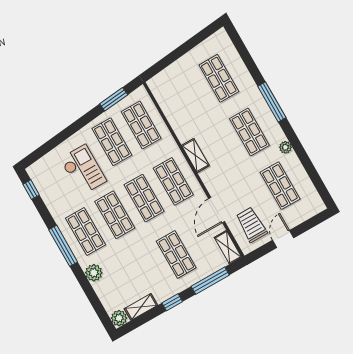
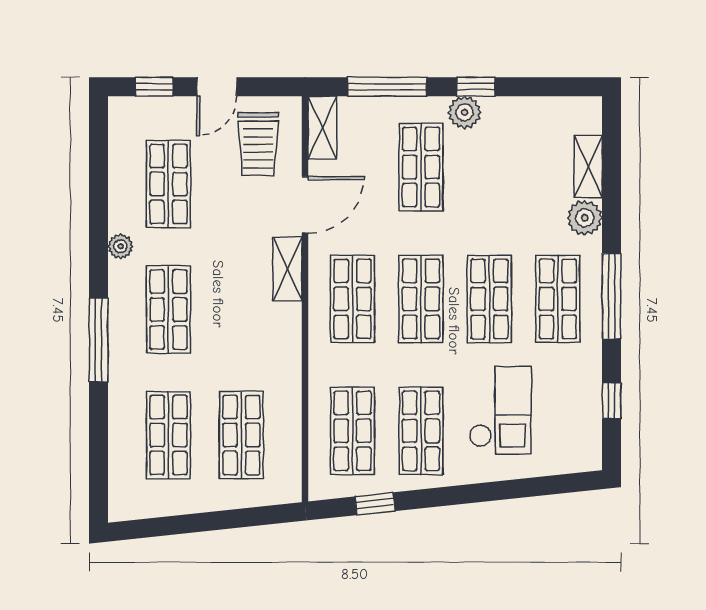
shop shelf: (188, 96) -> (241, 435), added
window: (114, 99) -> (375, 504), width x0.67
shelving: (195, 156) -> (287, 269), moved
checkout: (83, 170) -> (500, 410), turned 180
window: (31, 190) -> (612, 401), moved
window: (310, 224) -> (154, 87), added
shelving: (141, 307) -> (588, 167), moved, turned 90
plant: (119, 318) -> (464, 112), moved

